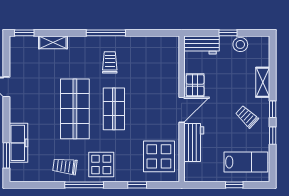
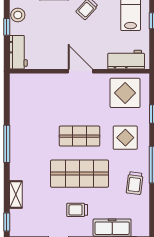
trolley: (110, 62) -> (77, 210), moved
pallet: (195, 85) -> (57, 58), removed
workbench: (194, 143) -> (126, 60), moved
display table: (101, 164) -> (125, 138), moved

